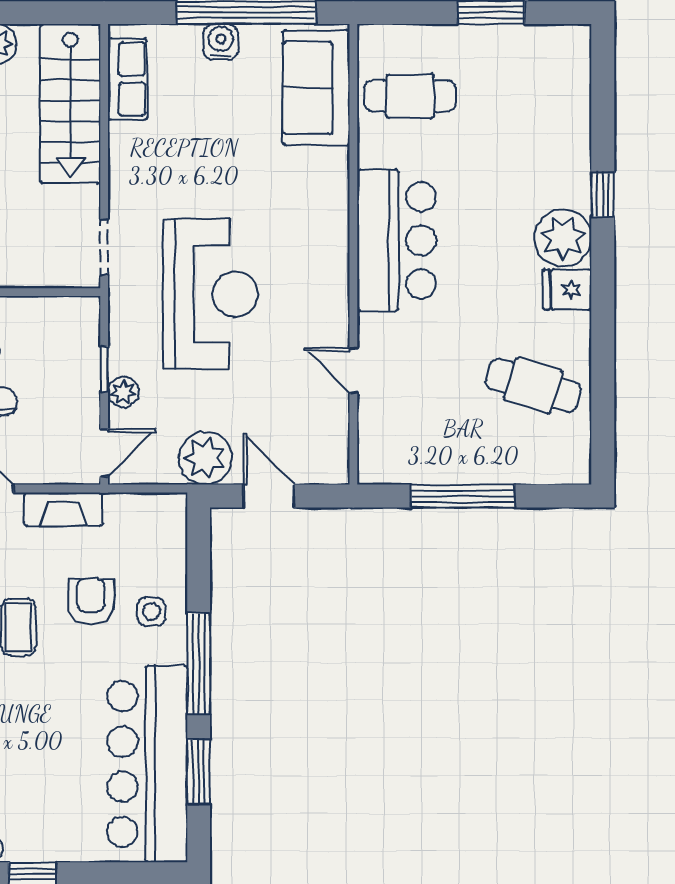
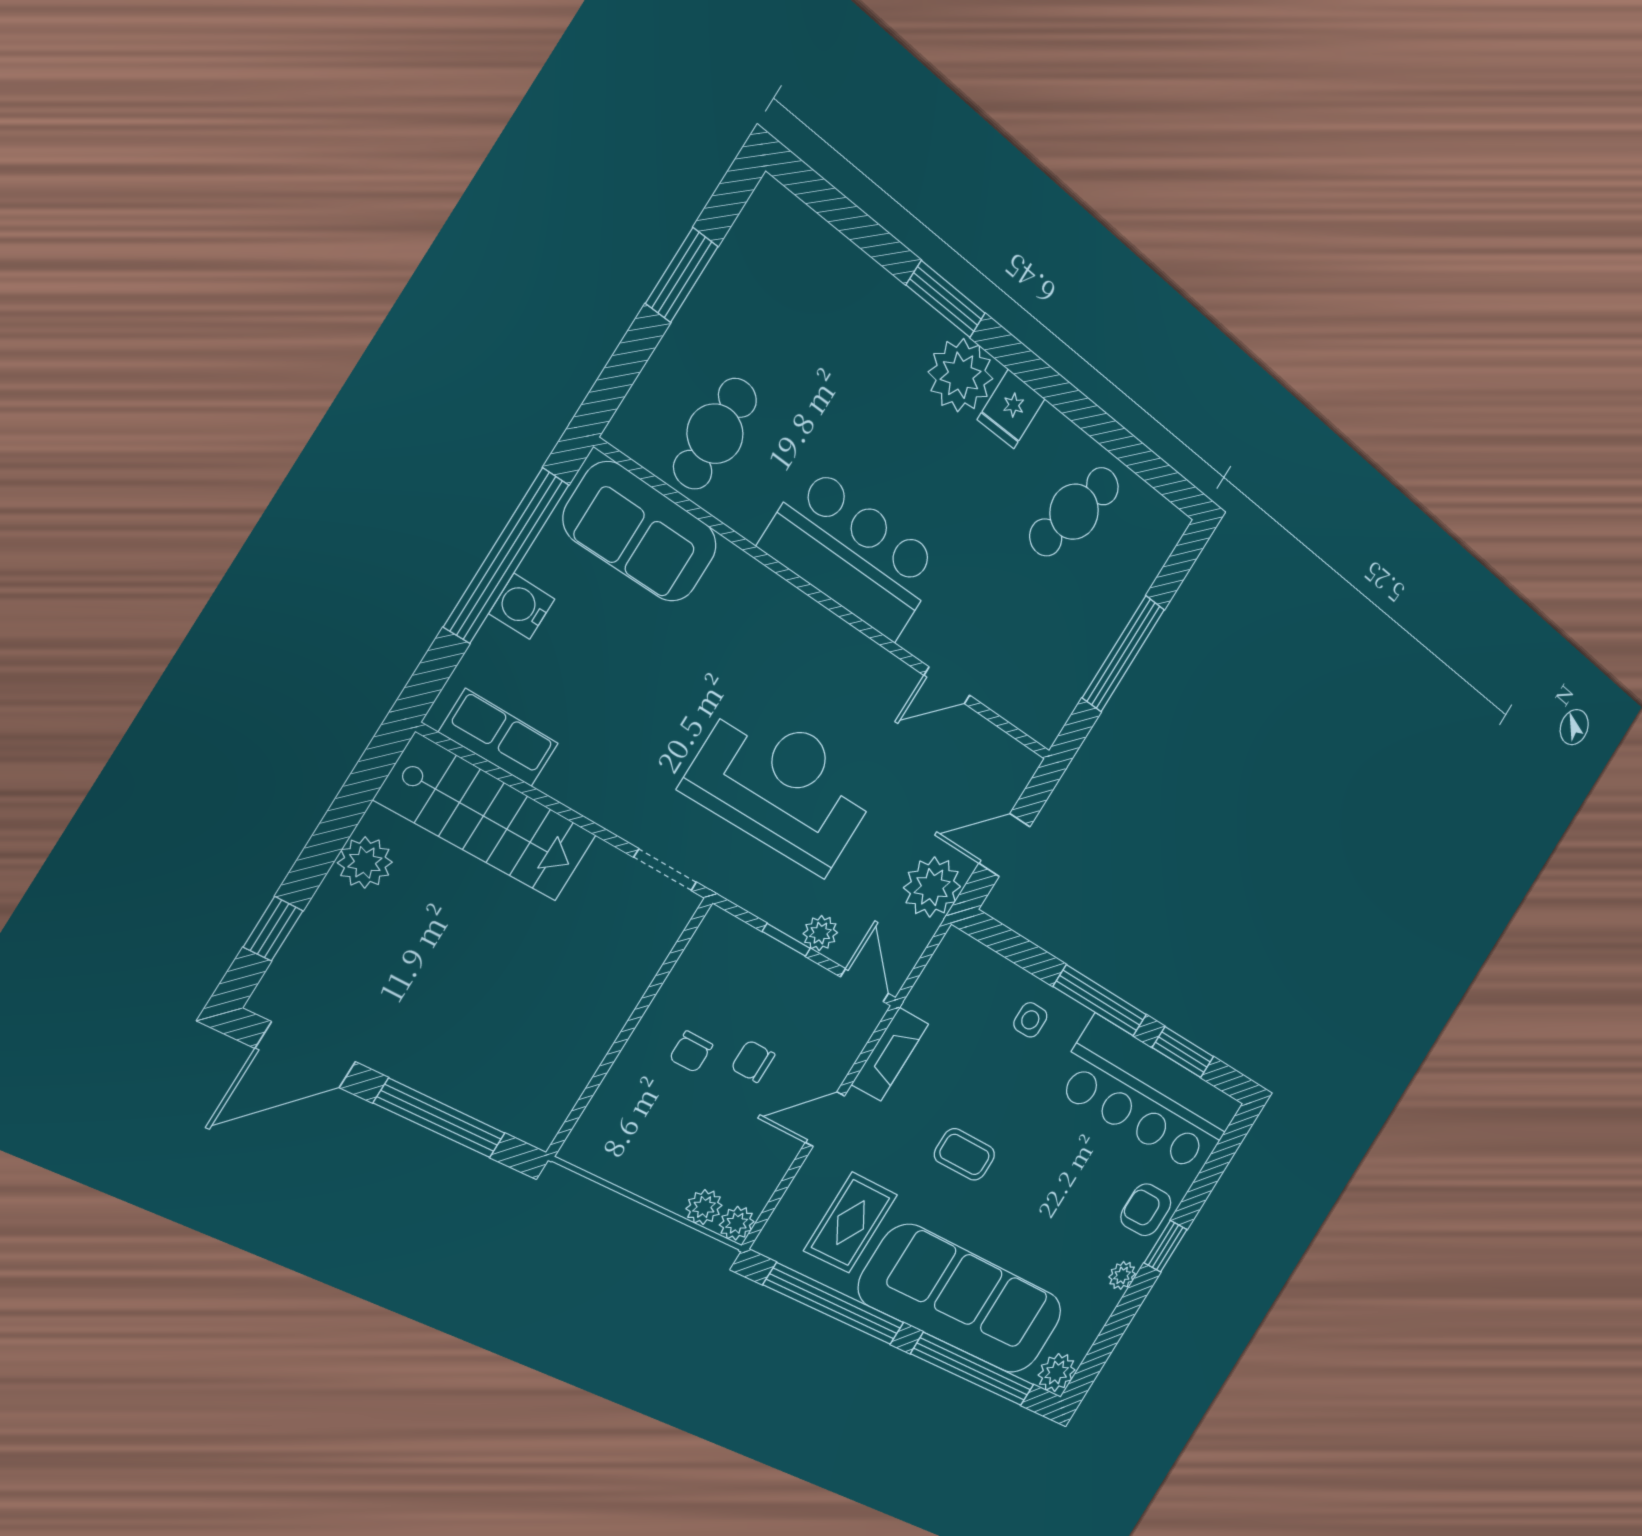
window: (603, 194) -> (946, 299), width x1.50
armchair: (91, 602) -> (1146, 1210), moved

